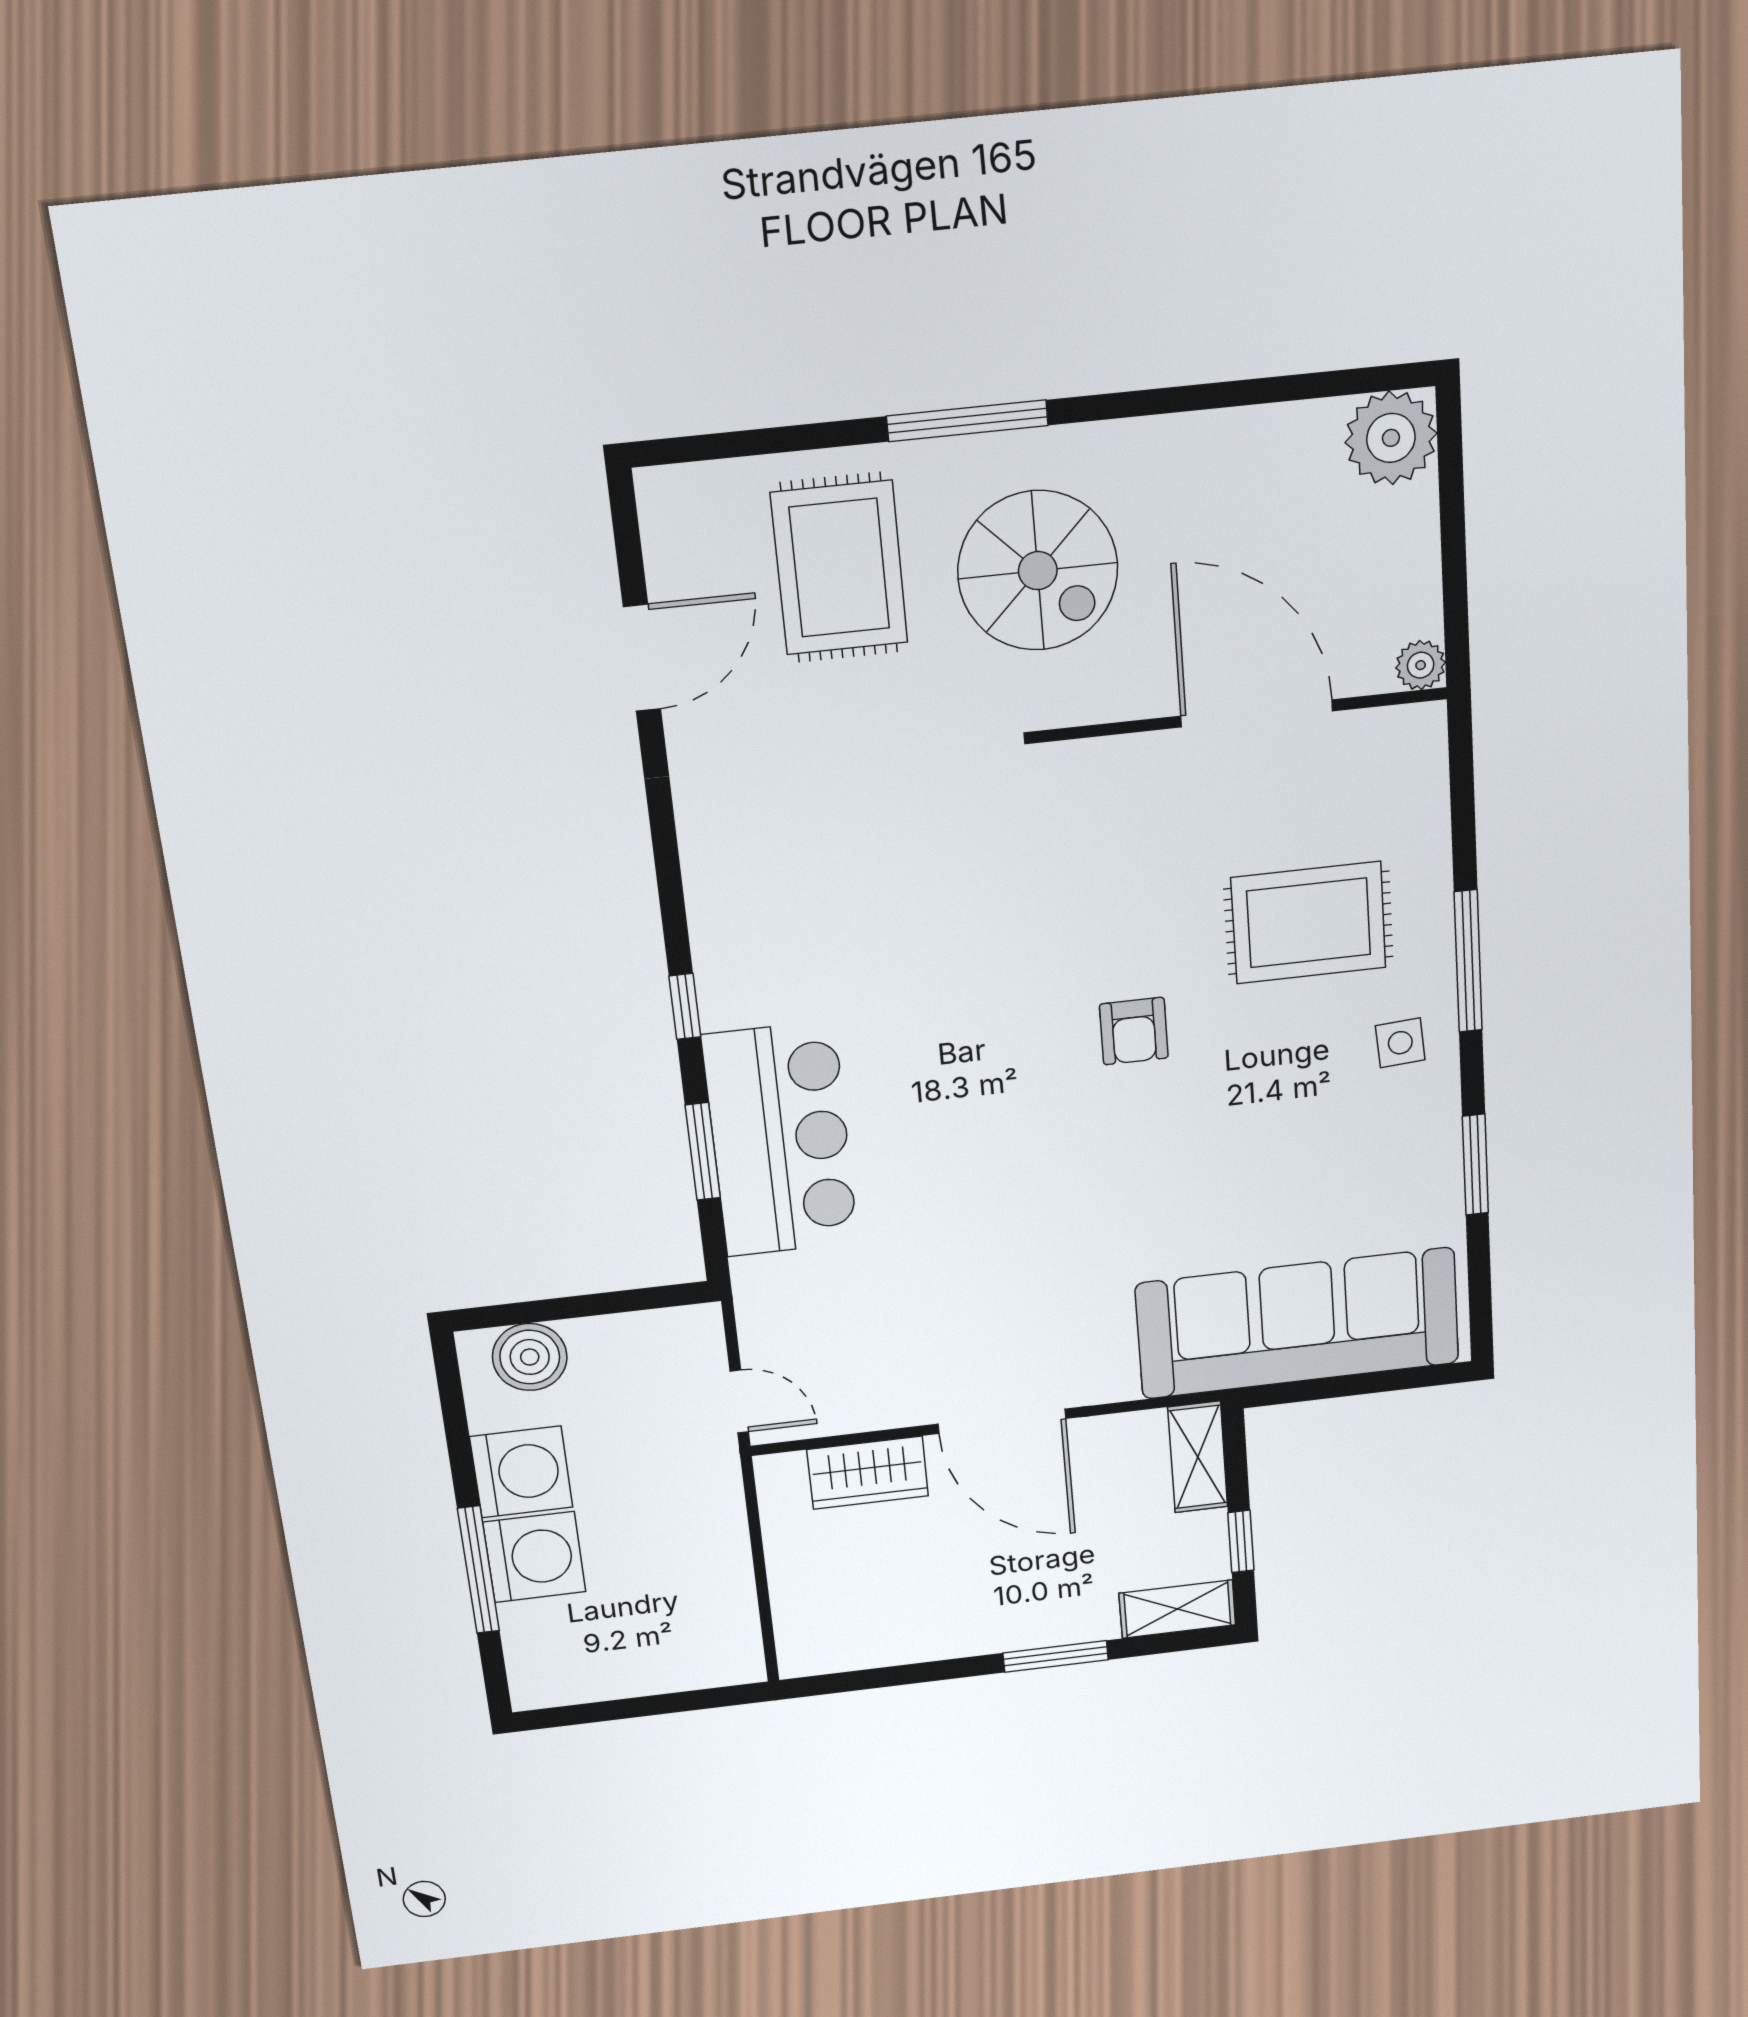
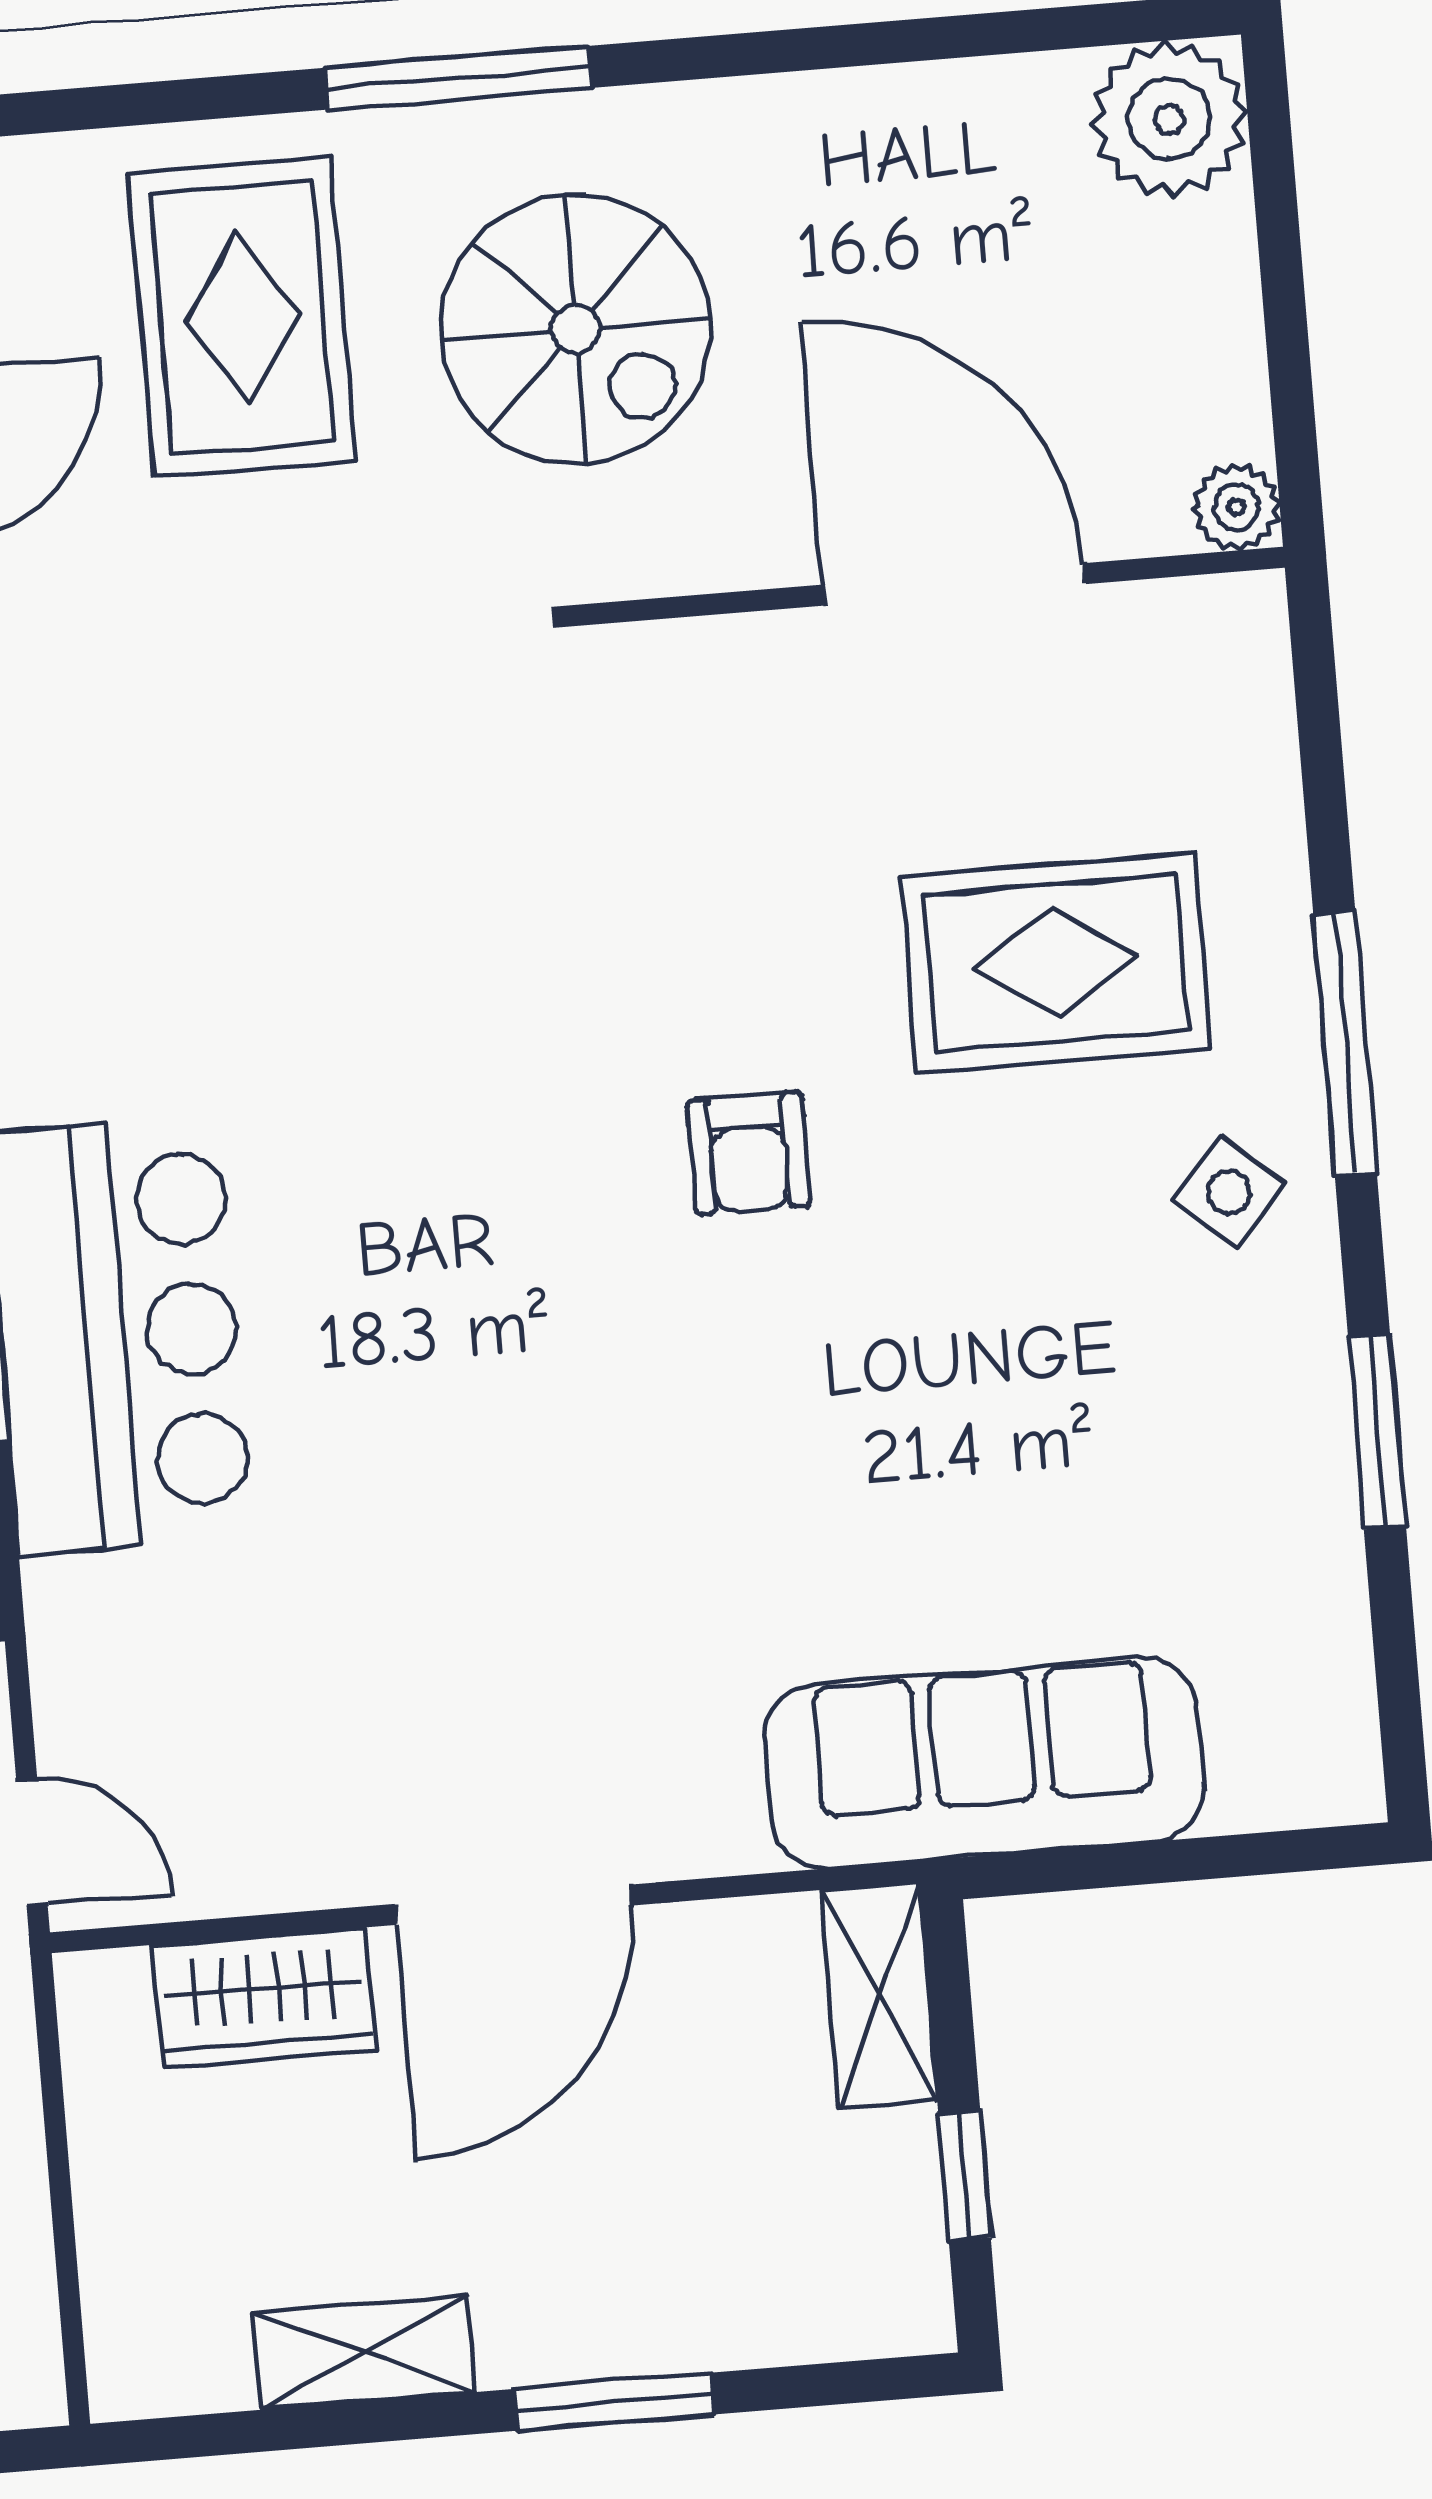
side table: (1400, 1043) -> (1229, 1192), turned 45
sofa: (1298, 1323) -> (984, 1763), width x0.74, depth x0.79
door: (1002, 1421) -> (513, 1905), hinge flipped
shelving: (1177, 1609) -> (364, 2352), moved

